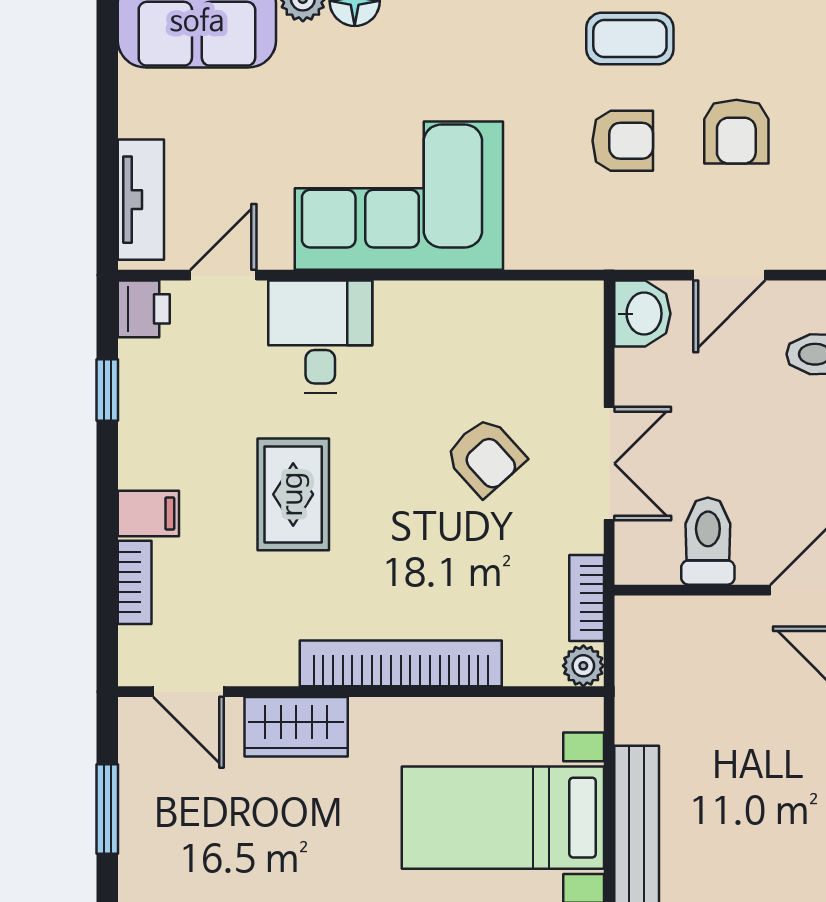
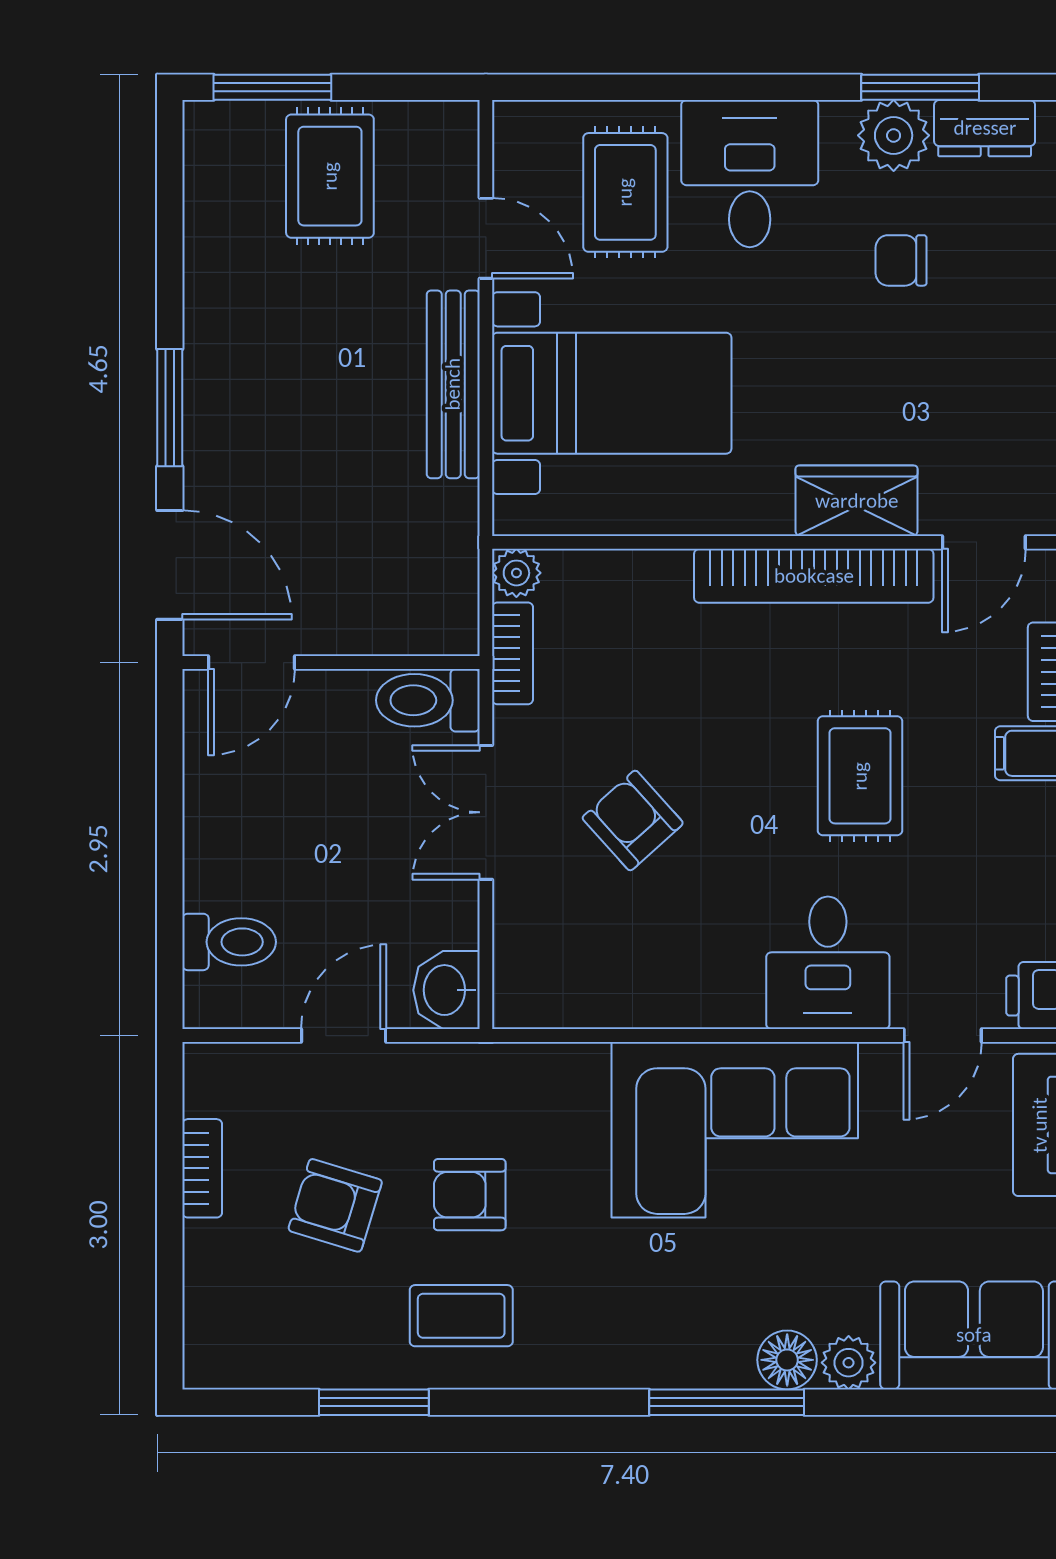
armchair: (736, 132) -> (335, 1205), turned -73
toilet: (708, 541) -> (428, 700), moved, turned 90
bookcase: (401, 663) -> (814, 576), moved
door: (189, 692) -> (984, 542), swing flipped

